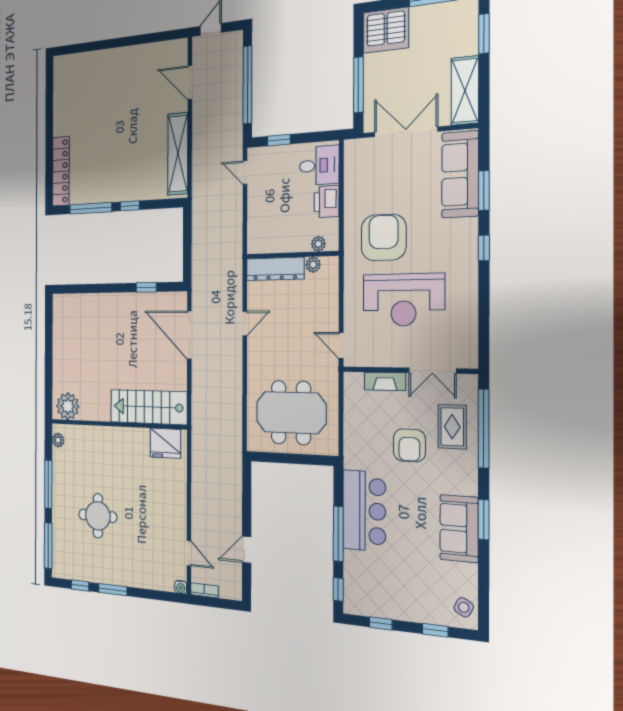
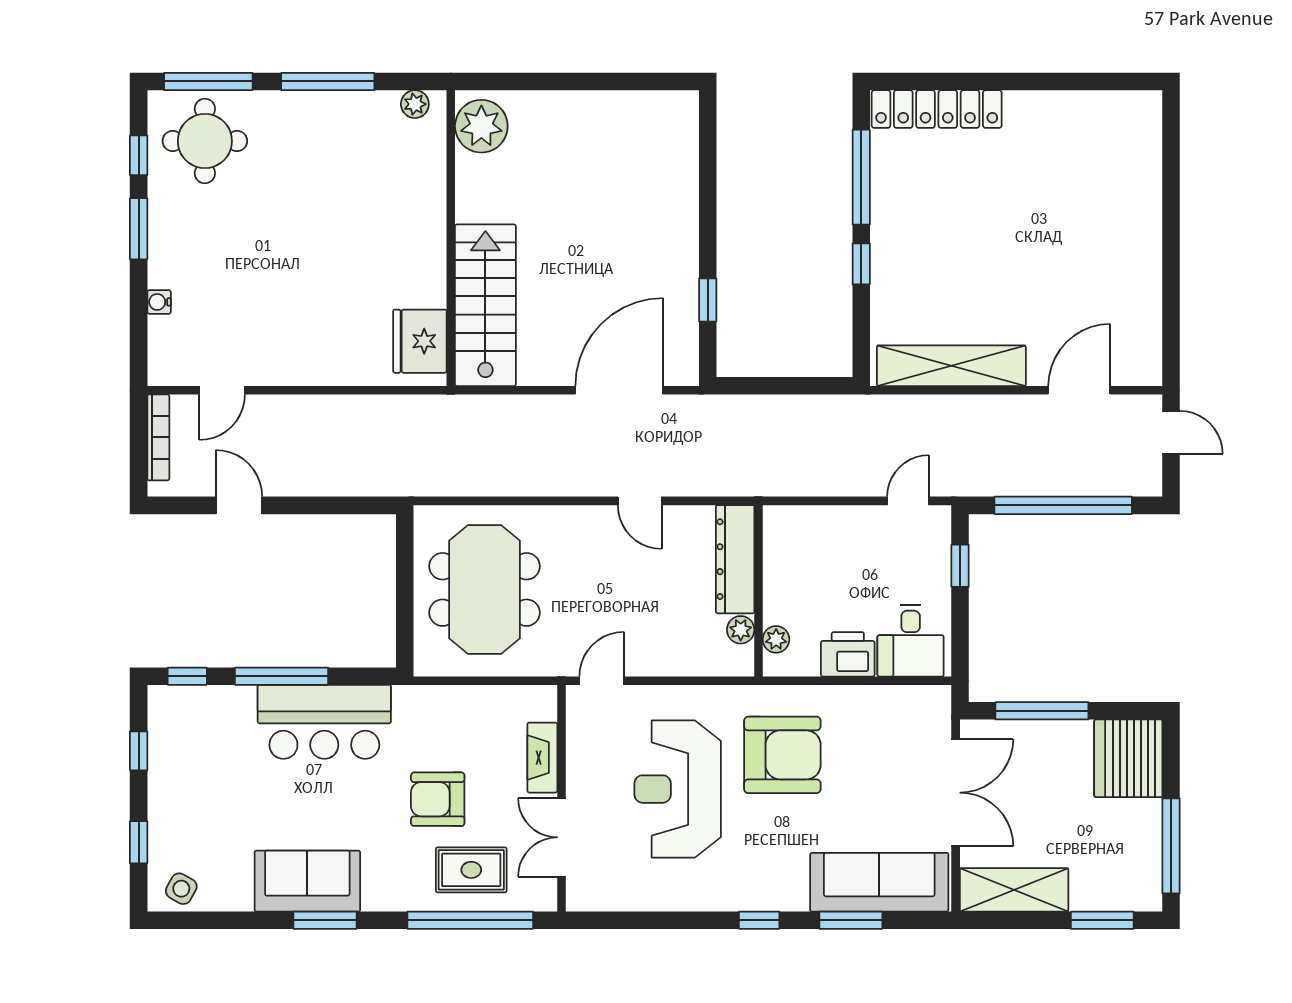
round table: (98, 516) -> (205, 141), moved
water cooler: (181, 587) -> (159, 302), moved
bookcase: (204, 590) -> (158, 437), width x1.56

